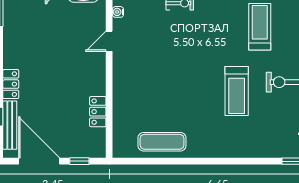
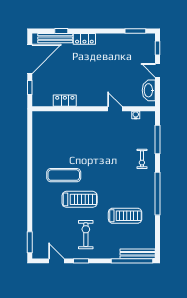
treadmill: (237, 91) -> (80, 199), turned 180
exercise mat: (162, 142) -> (64, 175), moved, turned 90

